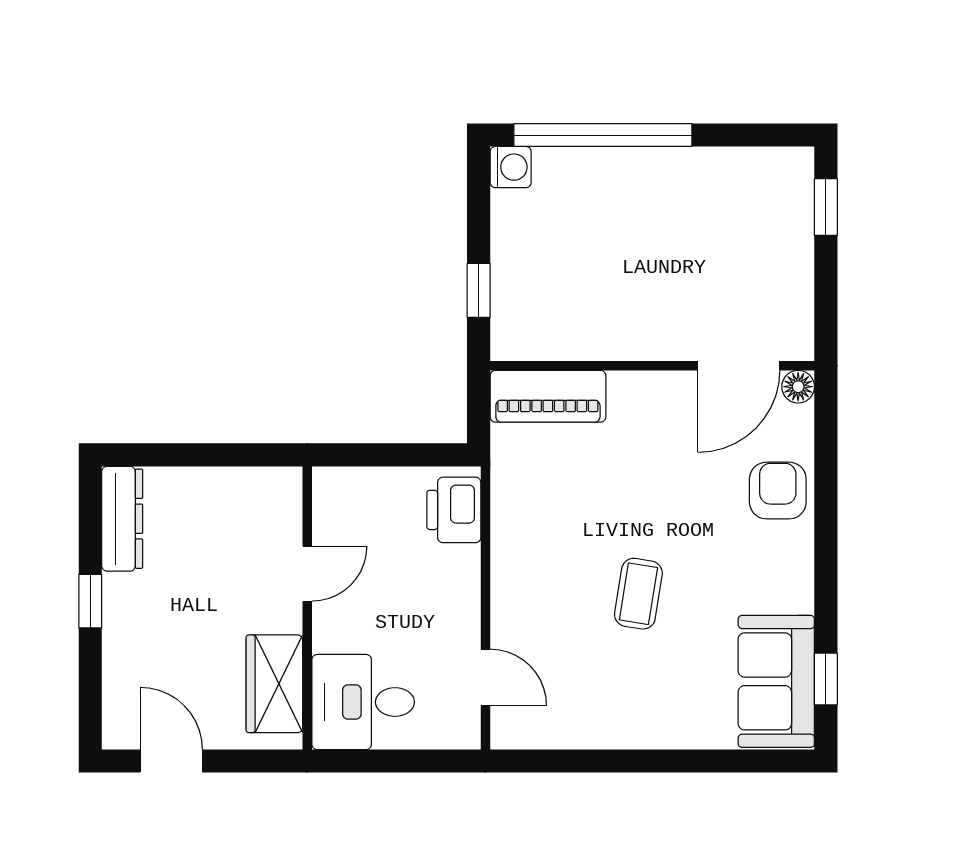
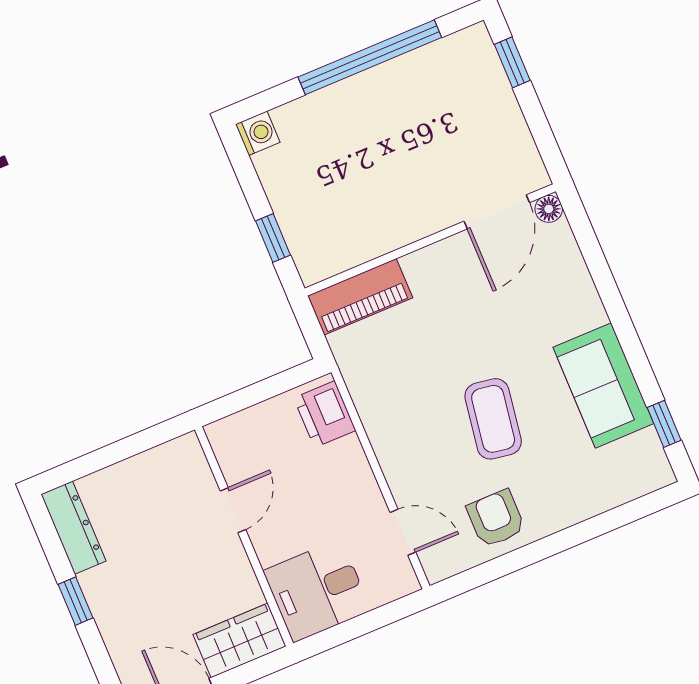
window: (603, 135) -> (370, 57), moved
armchair: (778, 491) -> (496, 519), moved
coffee table: (638, 594) -> (493, 419), width x1.36, depth x1.30
sofa: (776, 681) -> (603, 385), moved
wardrobe: (274, 684) -> (240, 640), moved, turned 90

